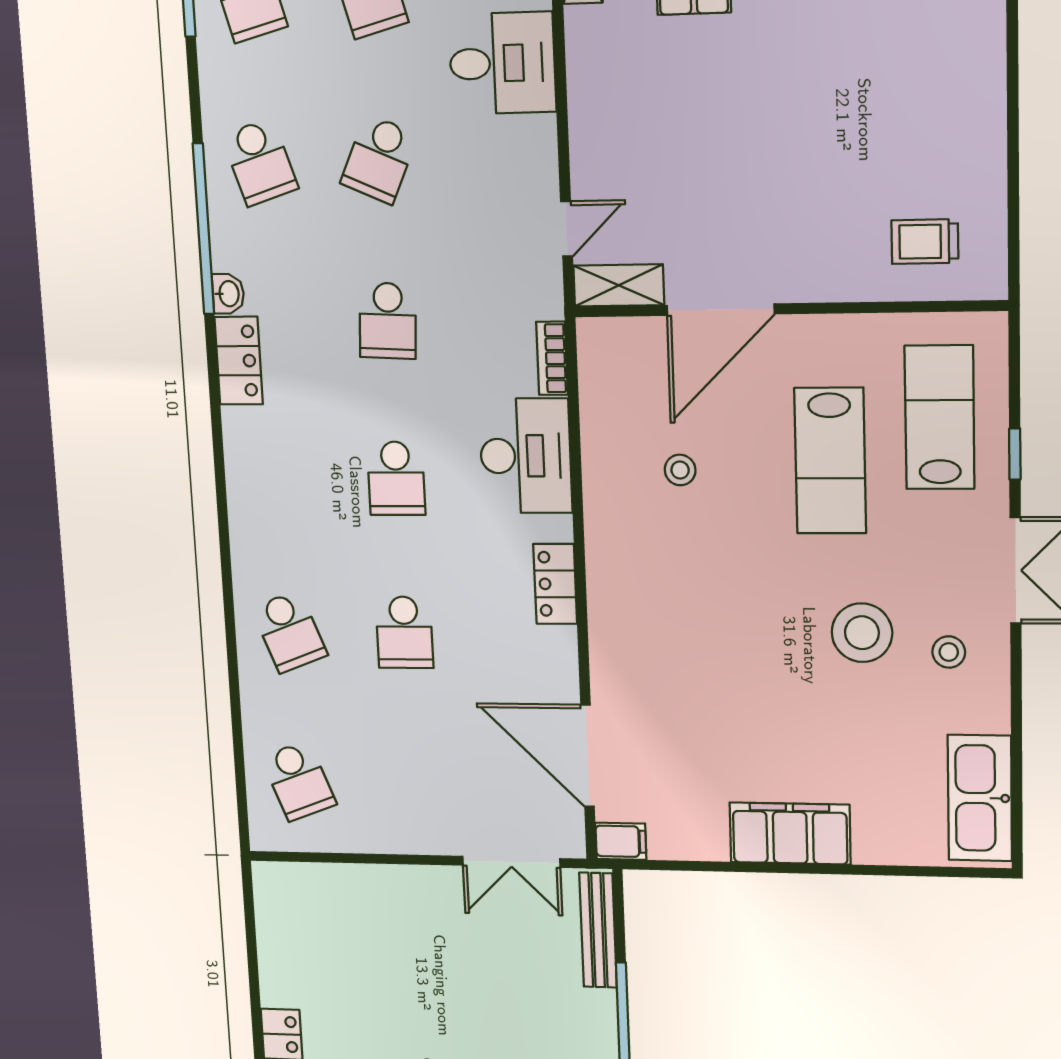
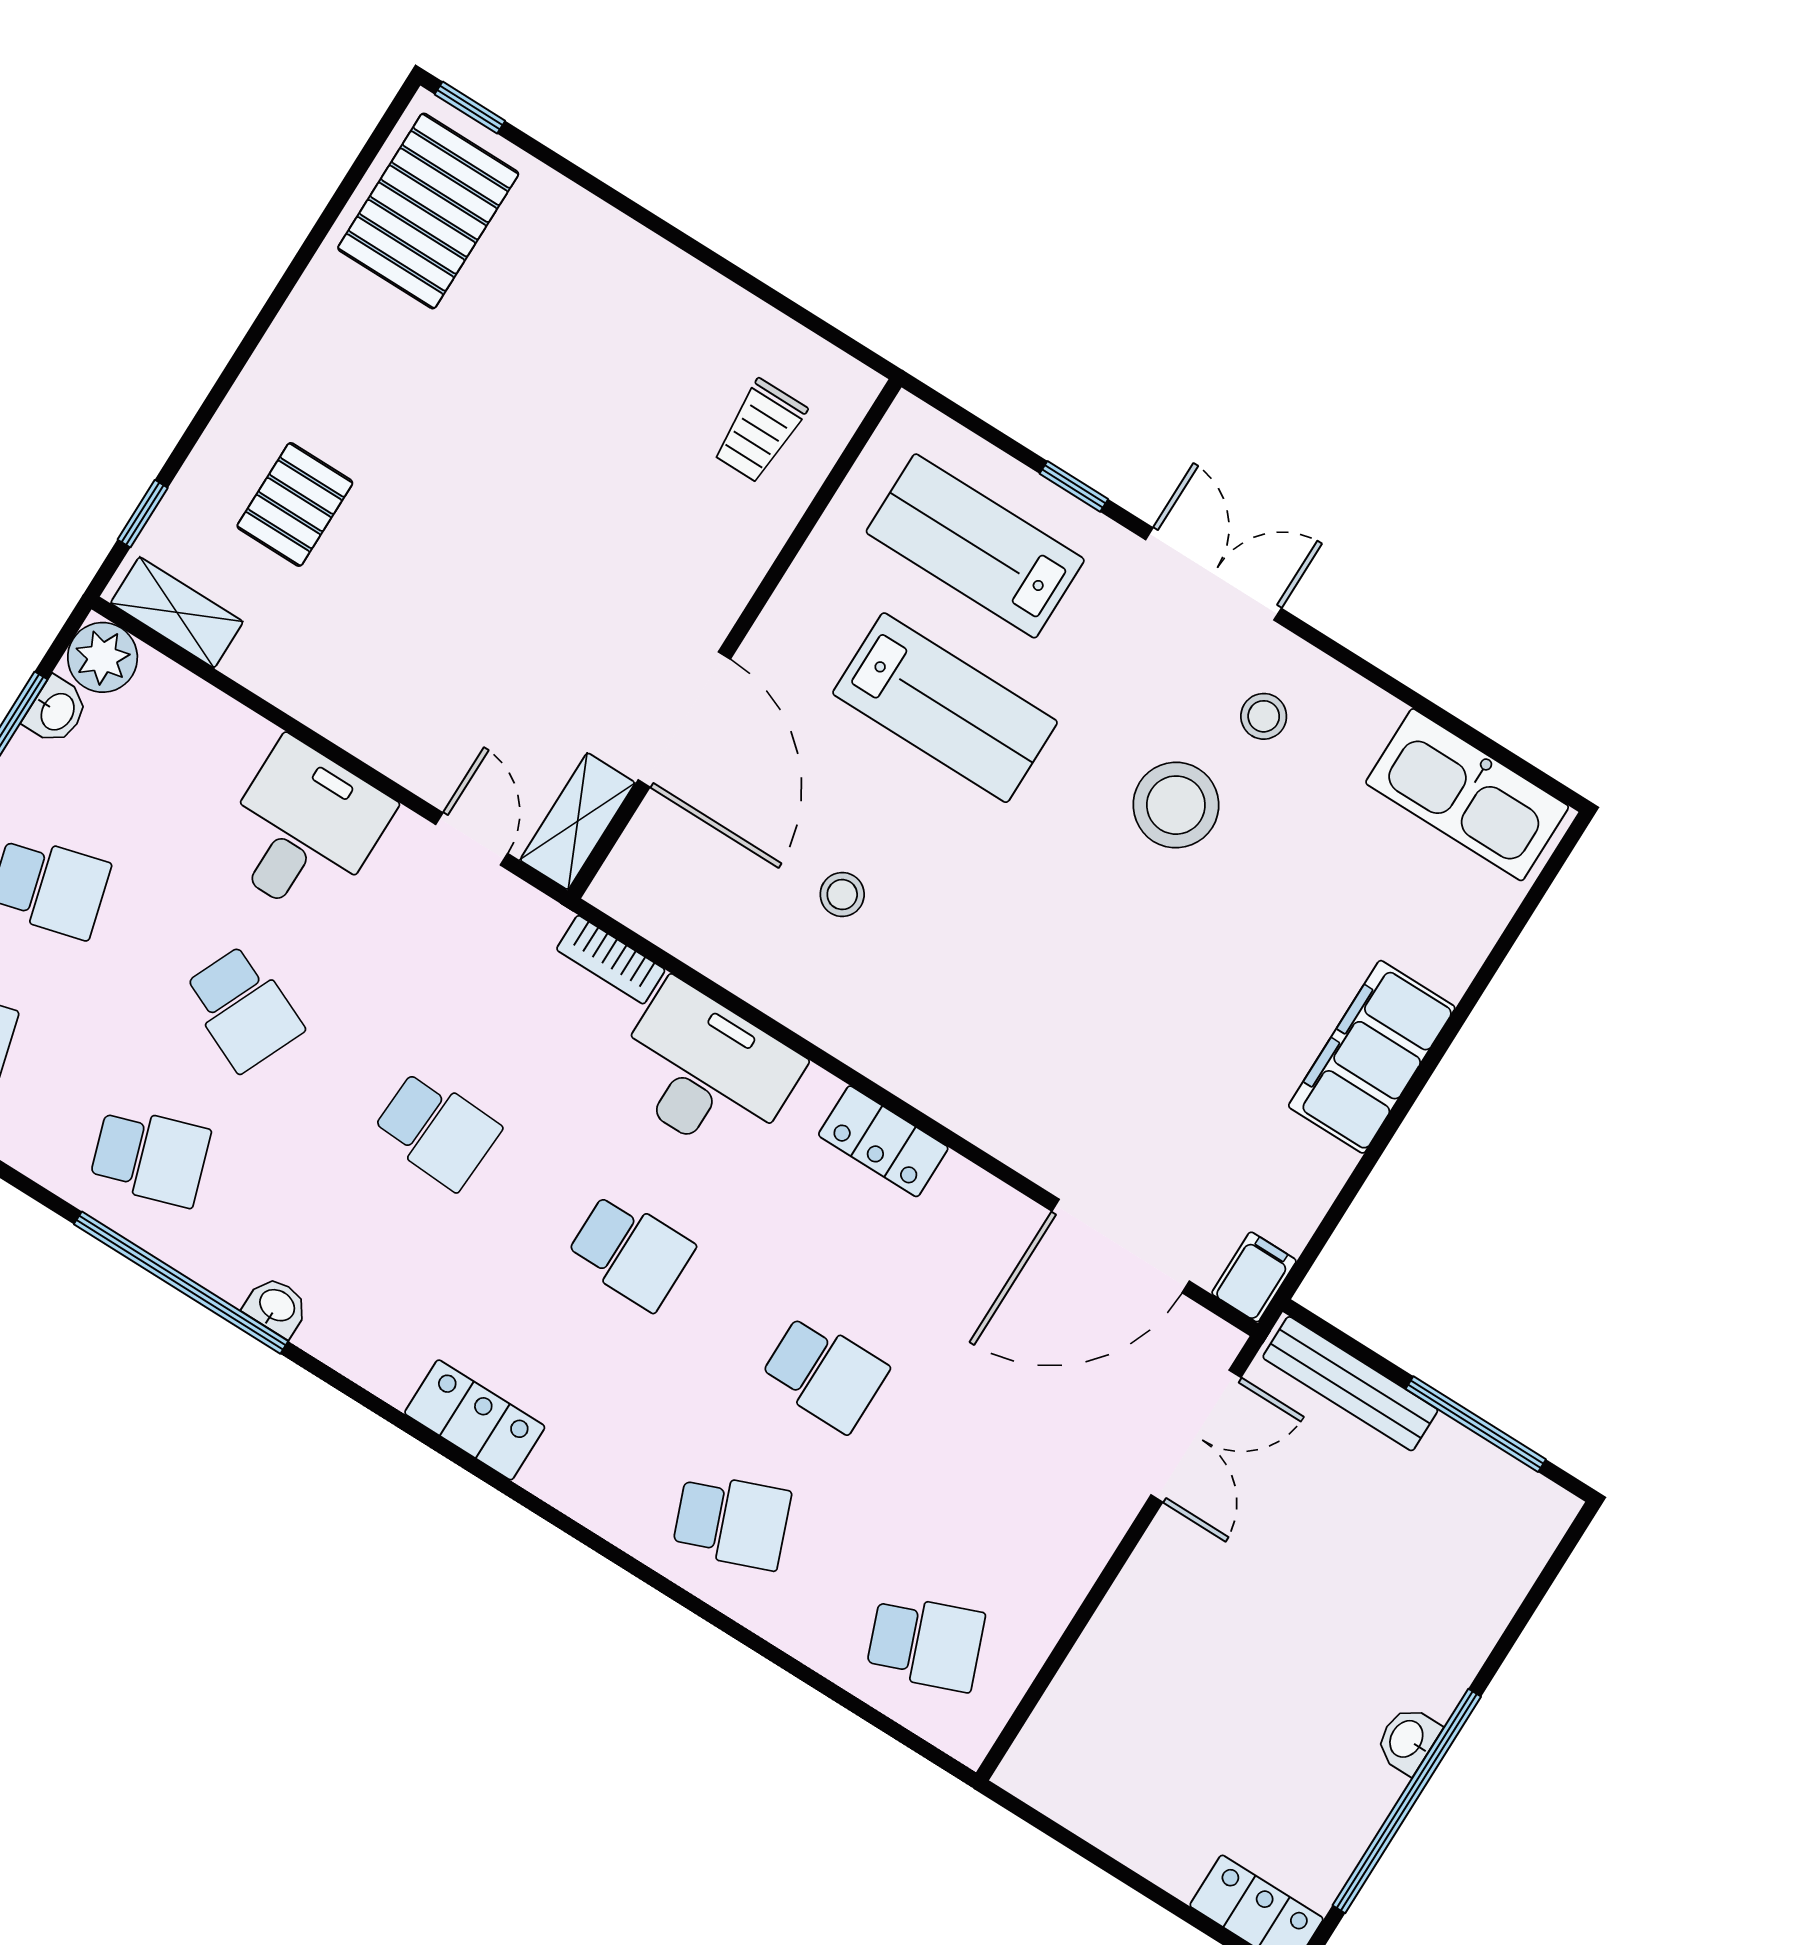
desk: (502, 63) -> (304, 830), moved
locker: (239, 361) -> (475, 1420), moved

